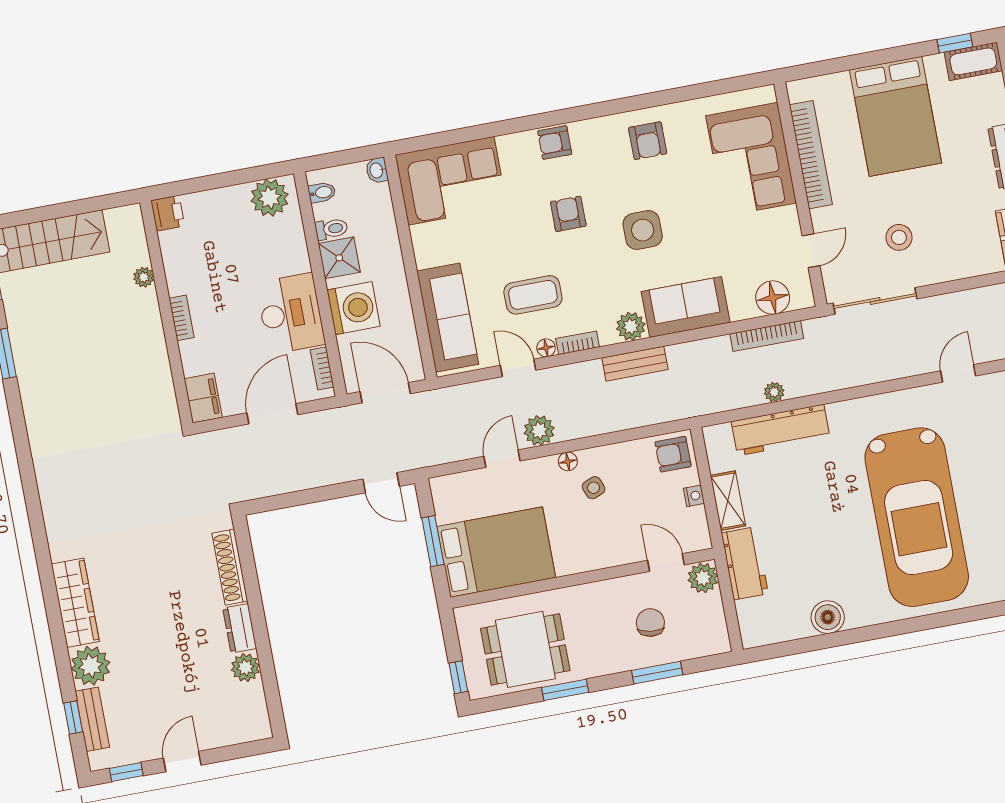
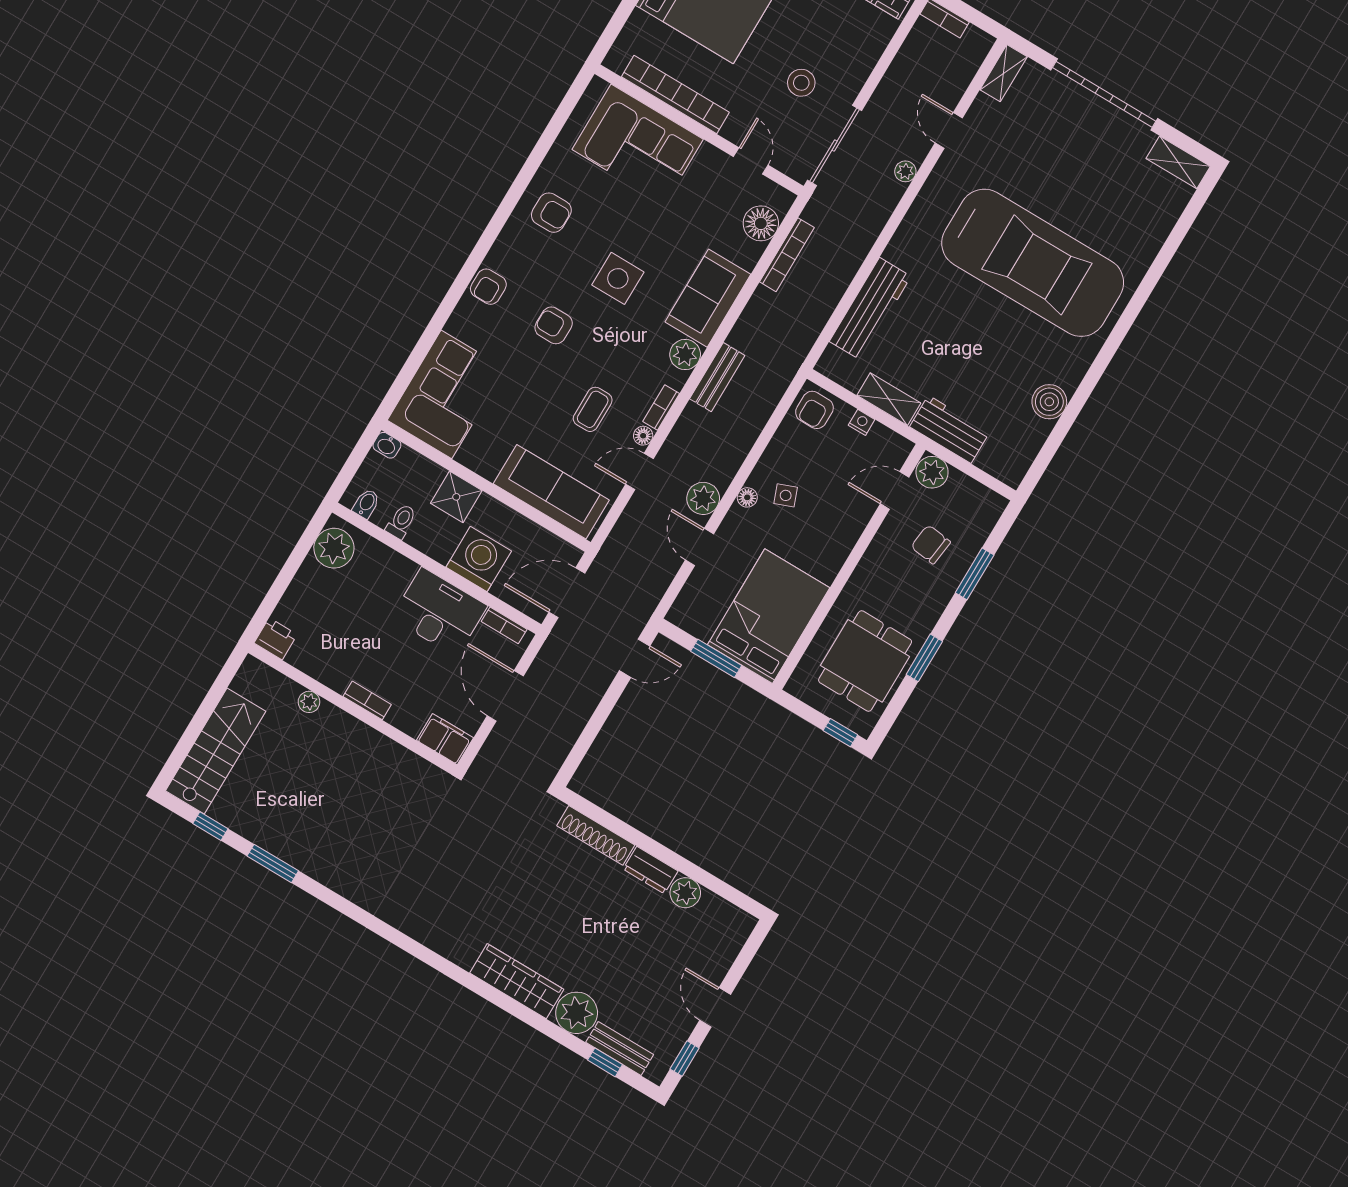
shower: (339, 258) -> (456, 497), moved
coffee table: (533, 295) -> (593, 409), width x0.73, depth x0.77
plant: (774, 392) -> (905, 171), moved

